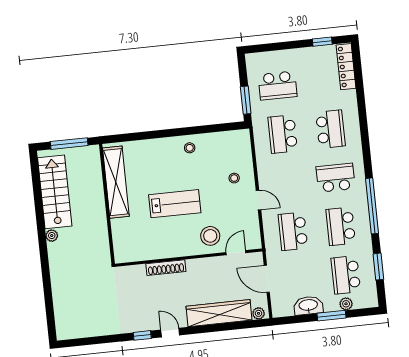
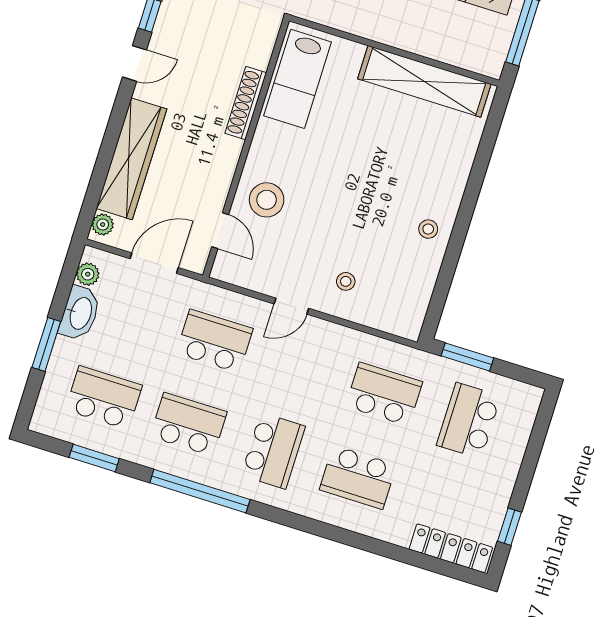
lab bench: (175, 204) -> (298, 79), moved
plant: (346, 304) -> (88, 274), moved

